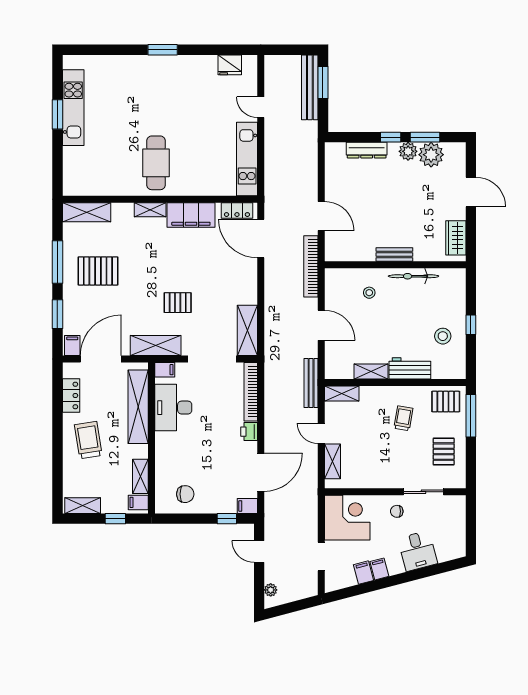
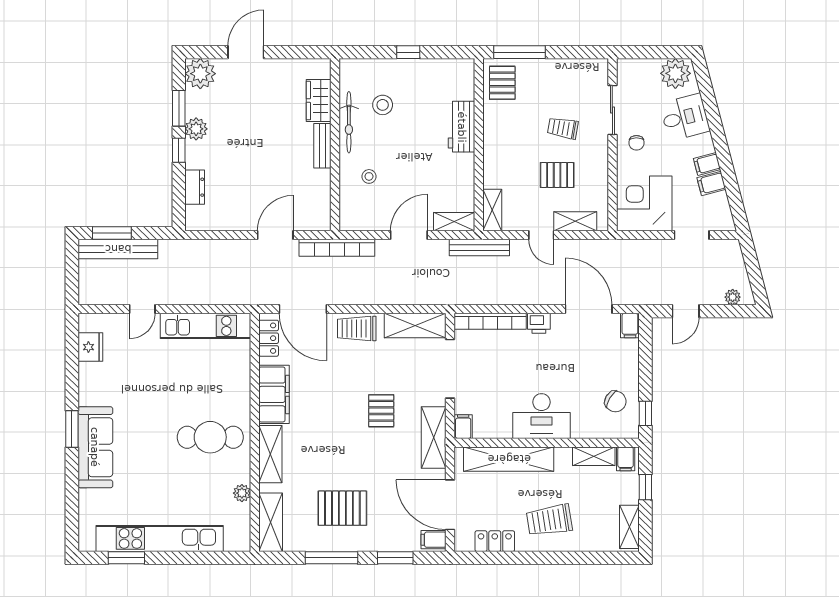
sofa: (148, 69) -> (95, 447), added
kitchen unit: (73, 108) -> (160, 538), width x1.36
window: (57, 114) -> (126, 558), moved
dresser: (367, 150) -> (195, 187), width x0.70
plant: (431, 155) -> (200, 74), moved
plant: (110, 189) -> (242, 493), added
shelving: (150, 210) -> (270, 454), width x1.50, depth x1.33
wardrobe: (456, 238) -> (319, 101), moved, turned 90
door: (261, 239) -> (303, 309), hinge flipped
pallet: (98, 271) -> (342, 508), turned 90
trolley: (245, 283) -> (357, 329), added
stool: (443, 336) -> (383, 105), moved
shelving: (371, 372) -> (454, 222), moved, turned 90
desk: (173, 408) -> (541, 416), moved
trolley: (403, 418) -> (563, 128), moved
door: (321, 433) -> (541, 235), hinge flipped
pallet: (444, 452) -> (557, 175), moved
chair: (185, 494) -> (615, 401), turned 121
window: (227, 519) -> (645, 413), moved
plant: (453, 543) -> (675, 73), added

